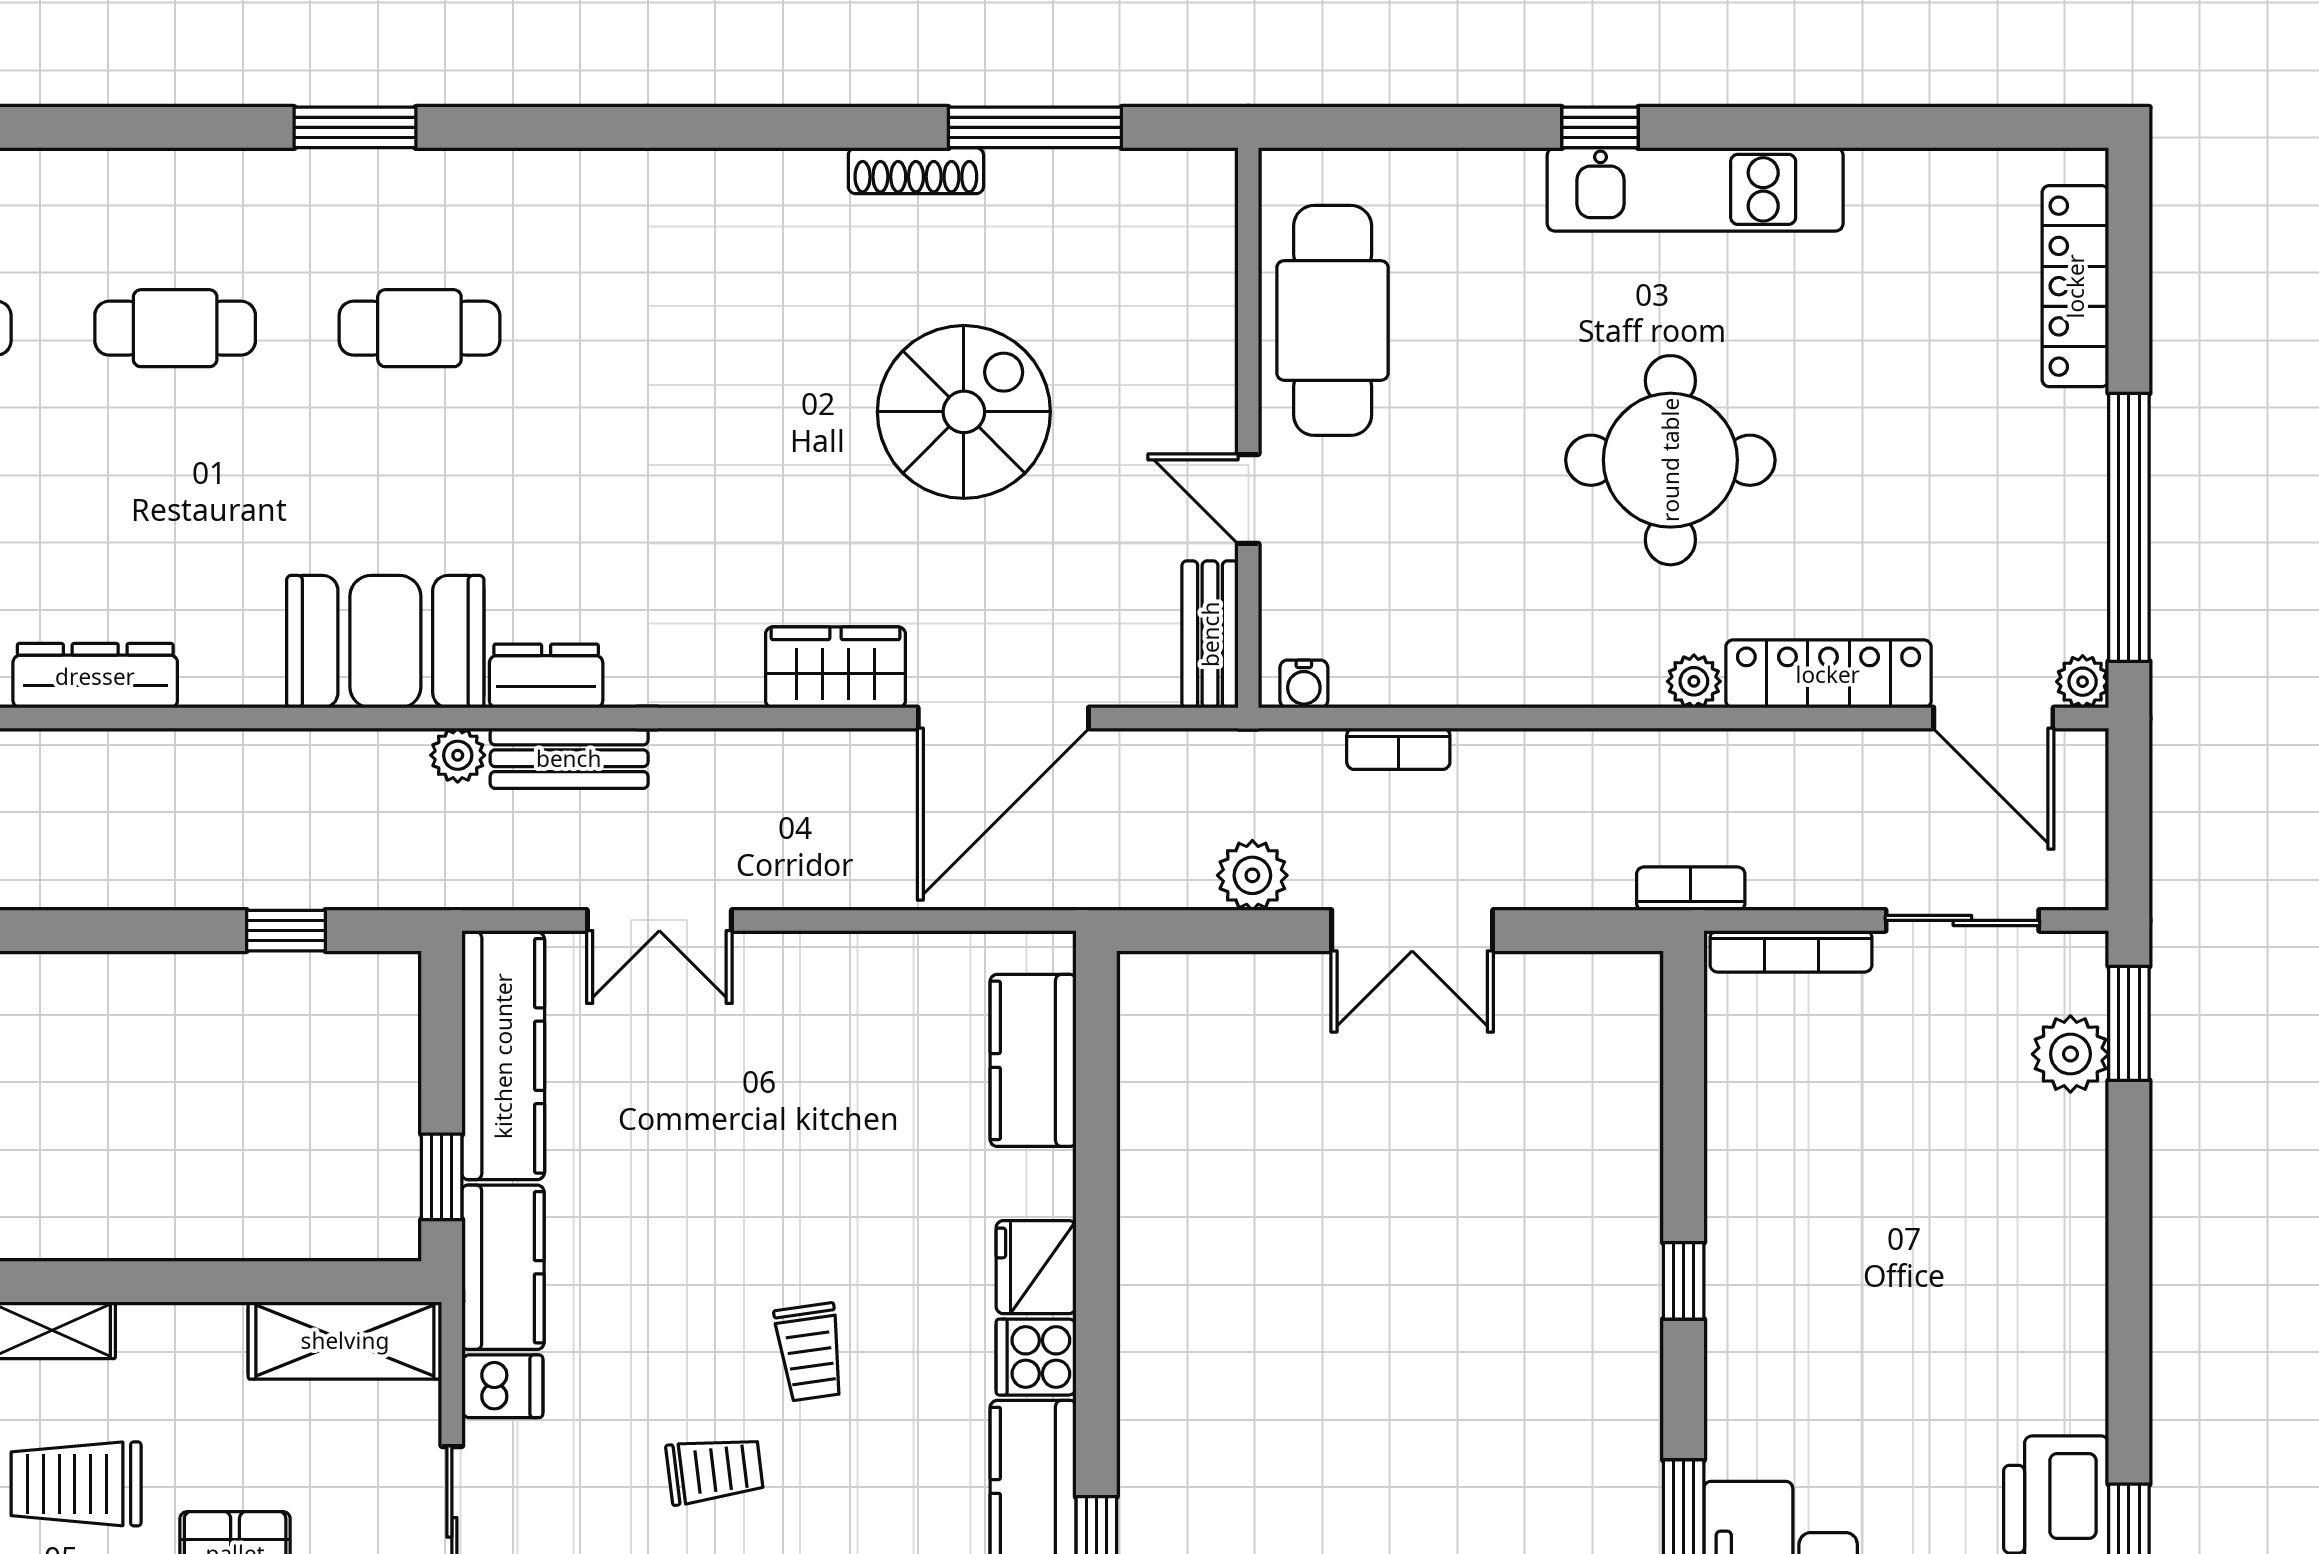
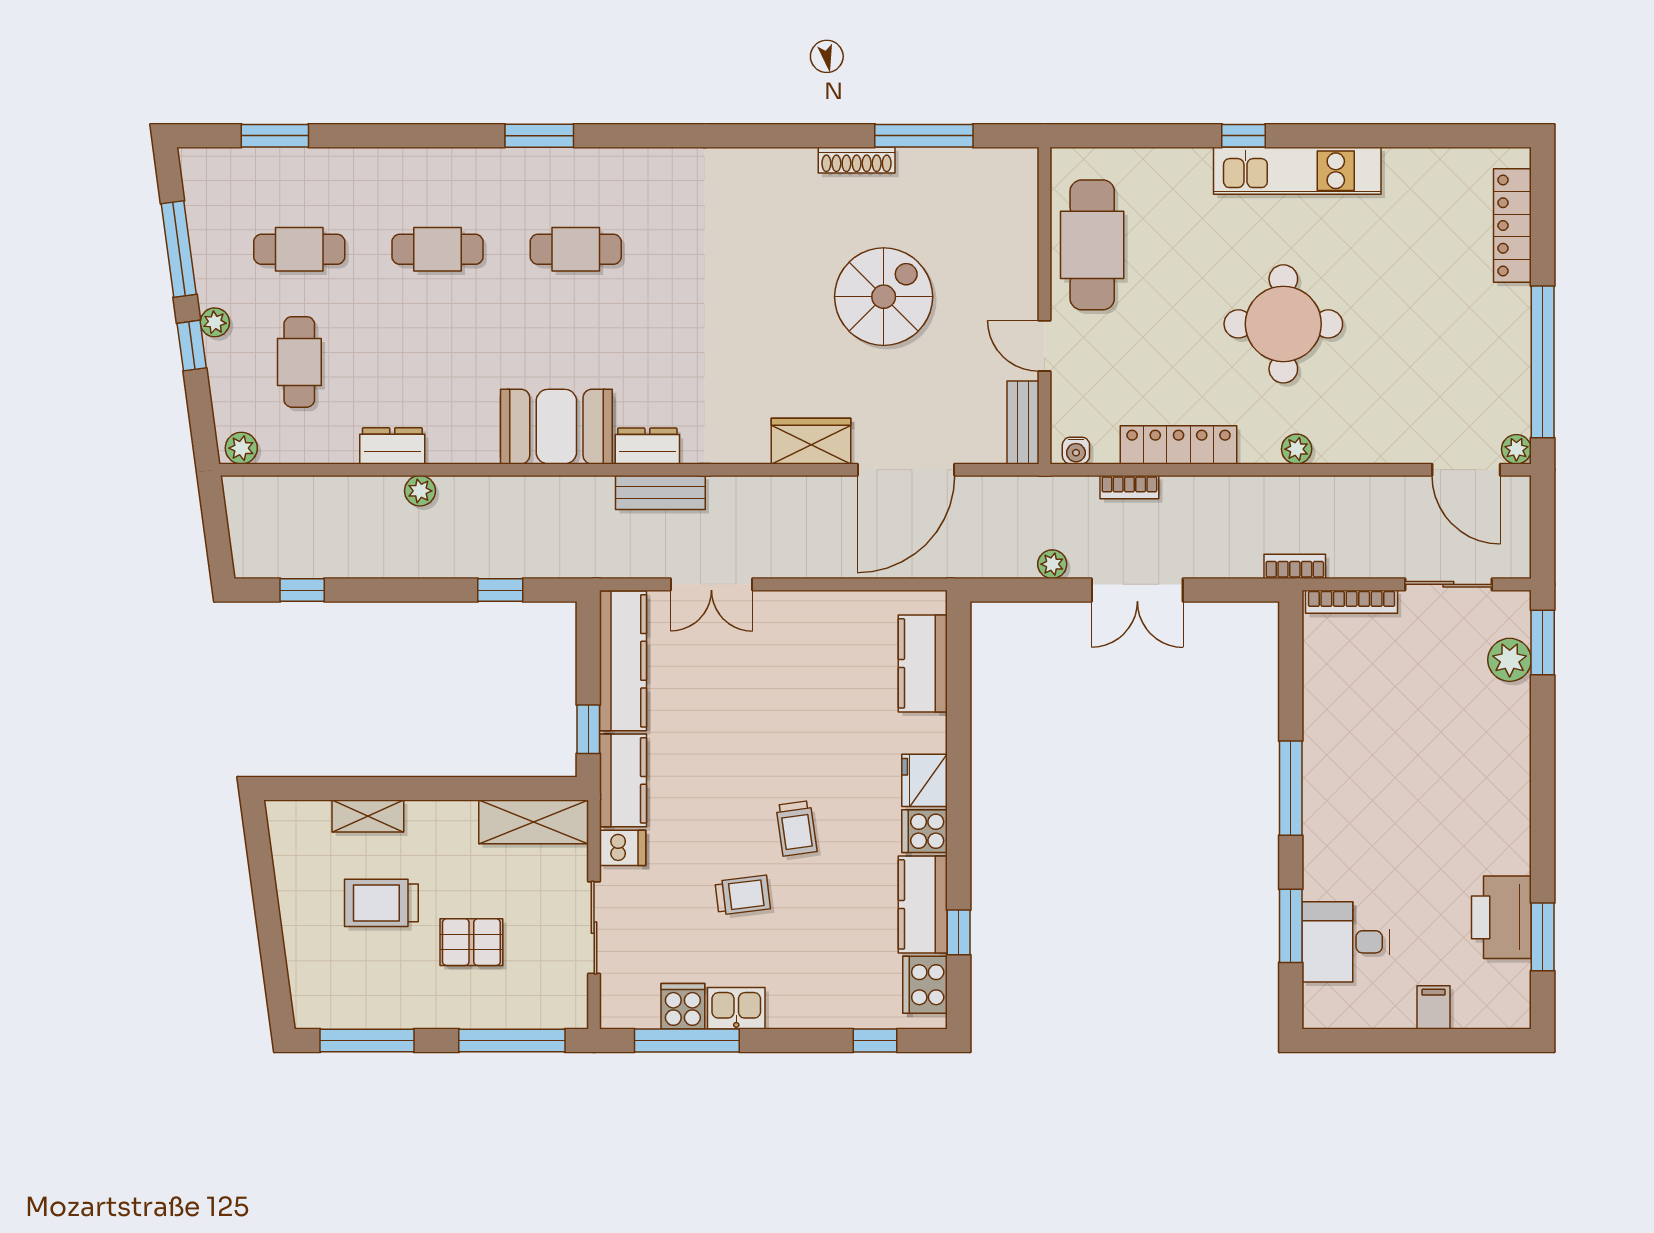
locker: (1828, 674) -> (1179, 445), moved
dresser: (95, 676) -> (392, 446), width x0.70
plant: (458, 755) -> (420, 491), moved
plant: (1252, 875) -> (1052, 564), width x0.73, depth x0.73
window: (1684, 1281) -> (1291, 788), width x2.17

